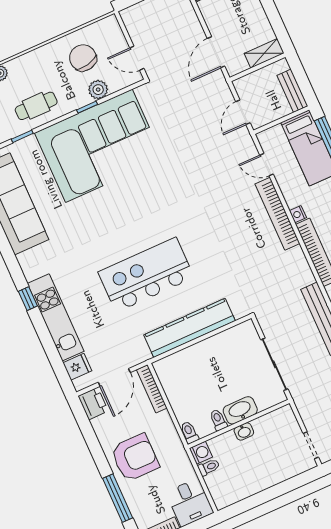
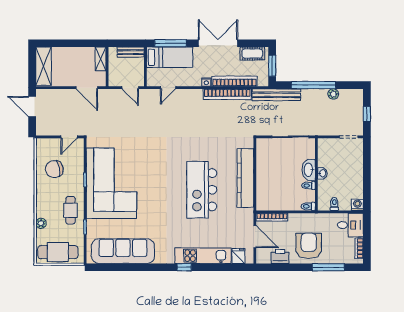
plant: (98, 90) -> (77, 169), removed
bookcase: (277, 214) -> (227, 94), moved
printer: (93, 403) -> (280, 256), moved
washing machine: (201, 453) -> (357, 205), moved

